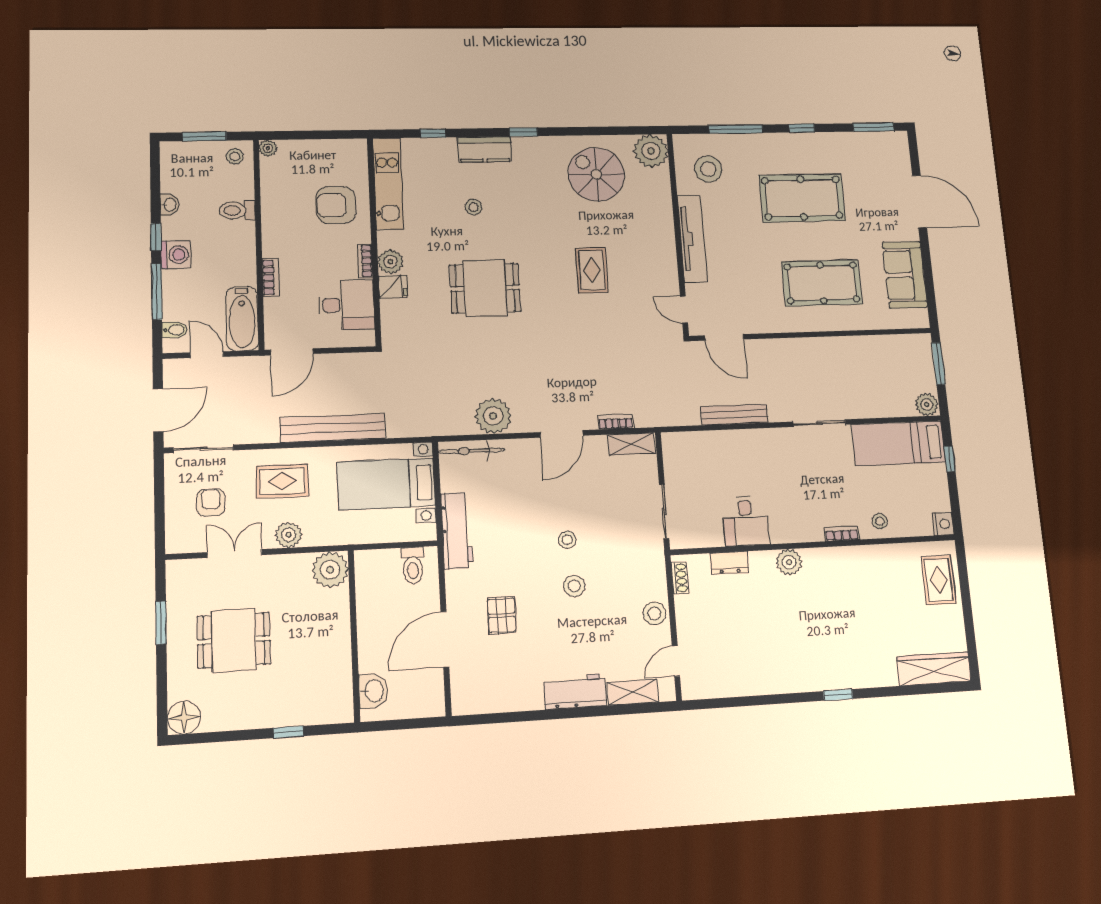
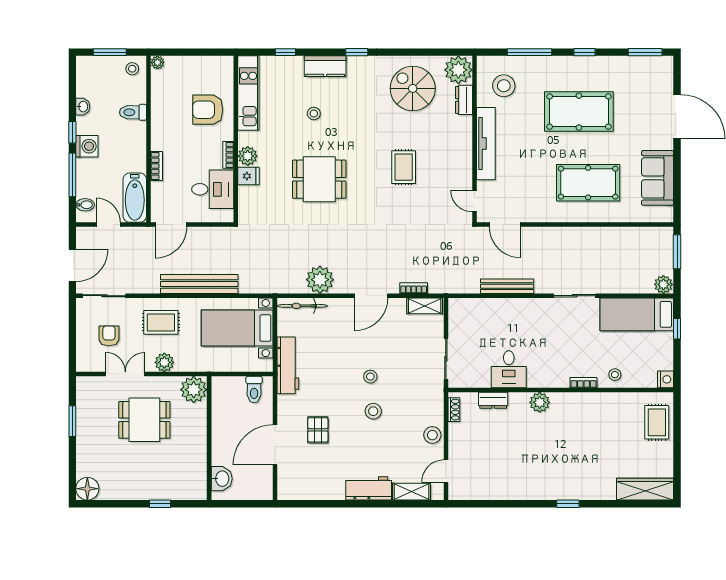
dresser: (661, 187) -> (464, 100), added
dining table: (234, 640) -> (144, 420), moved

